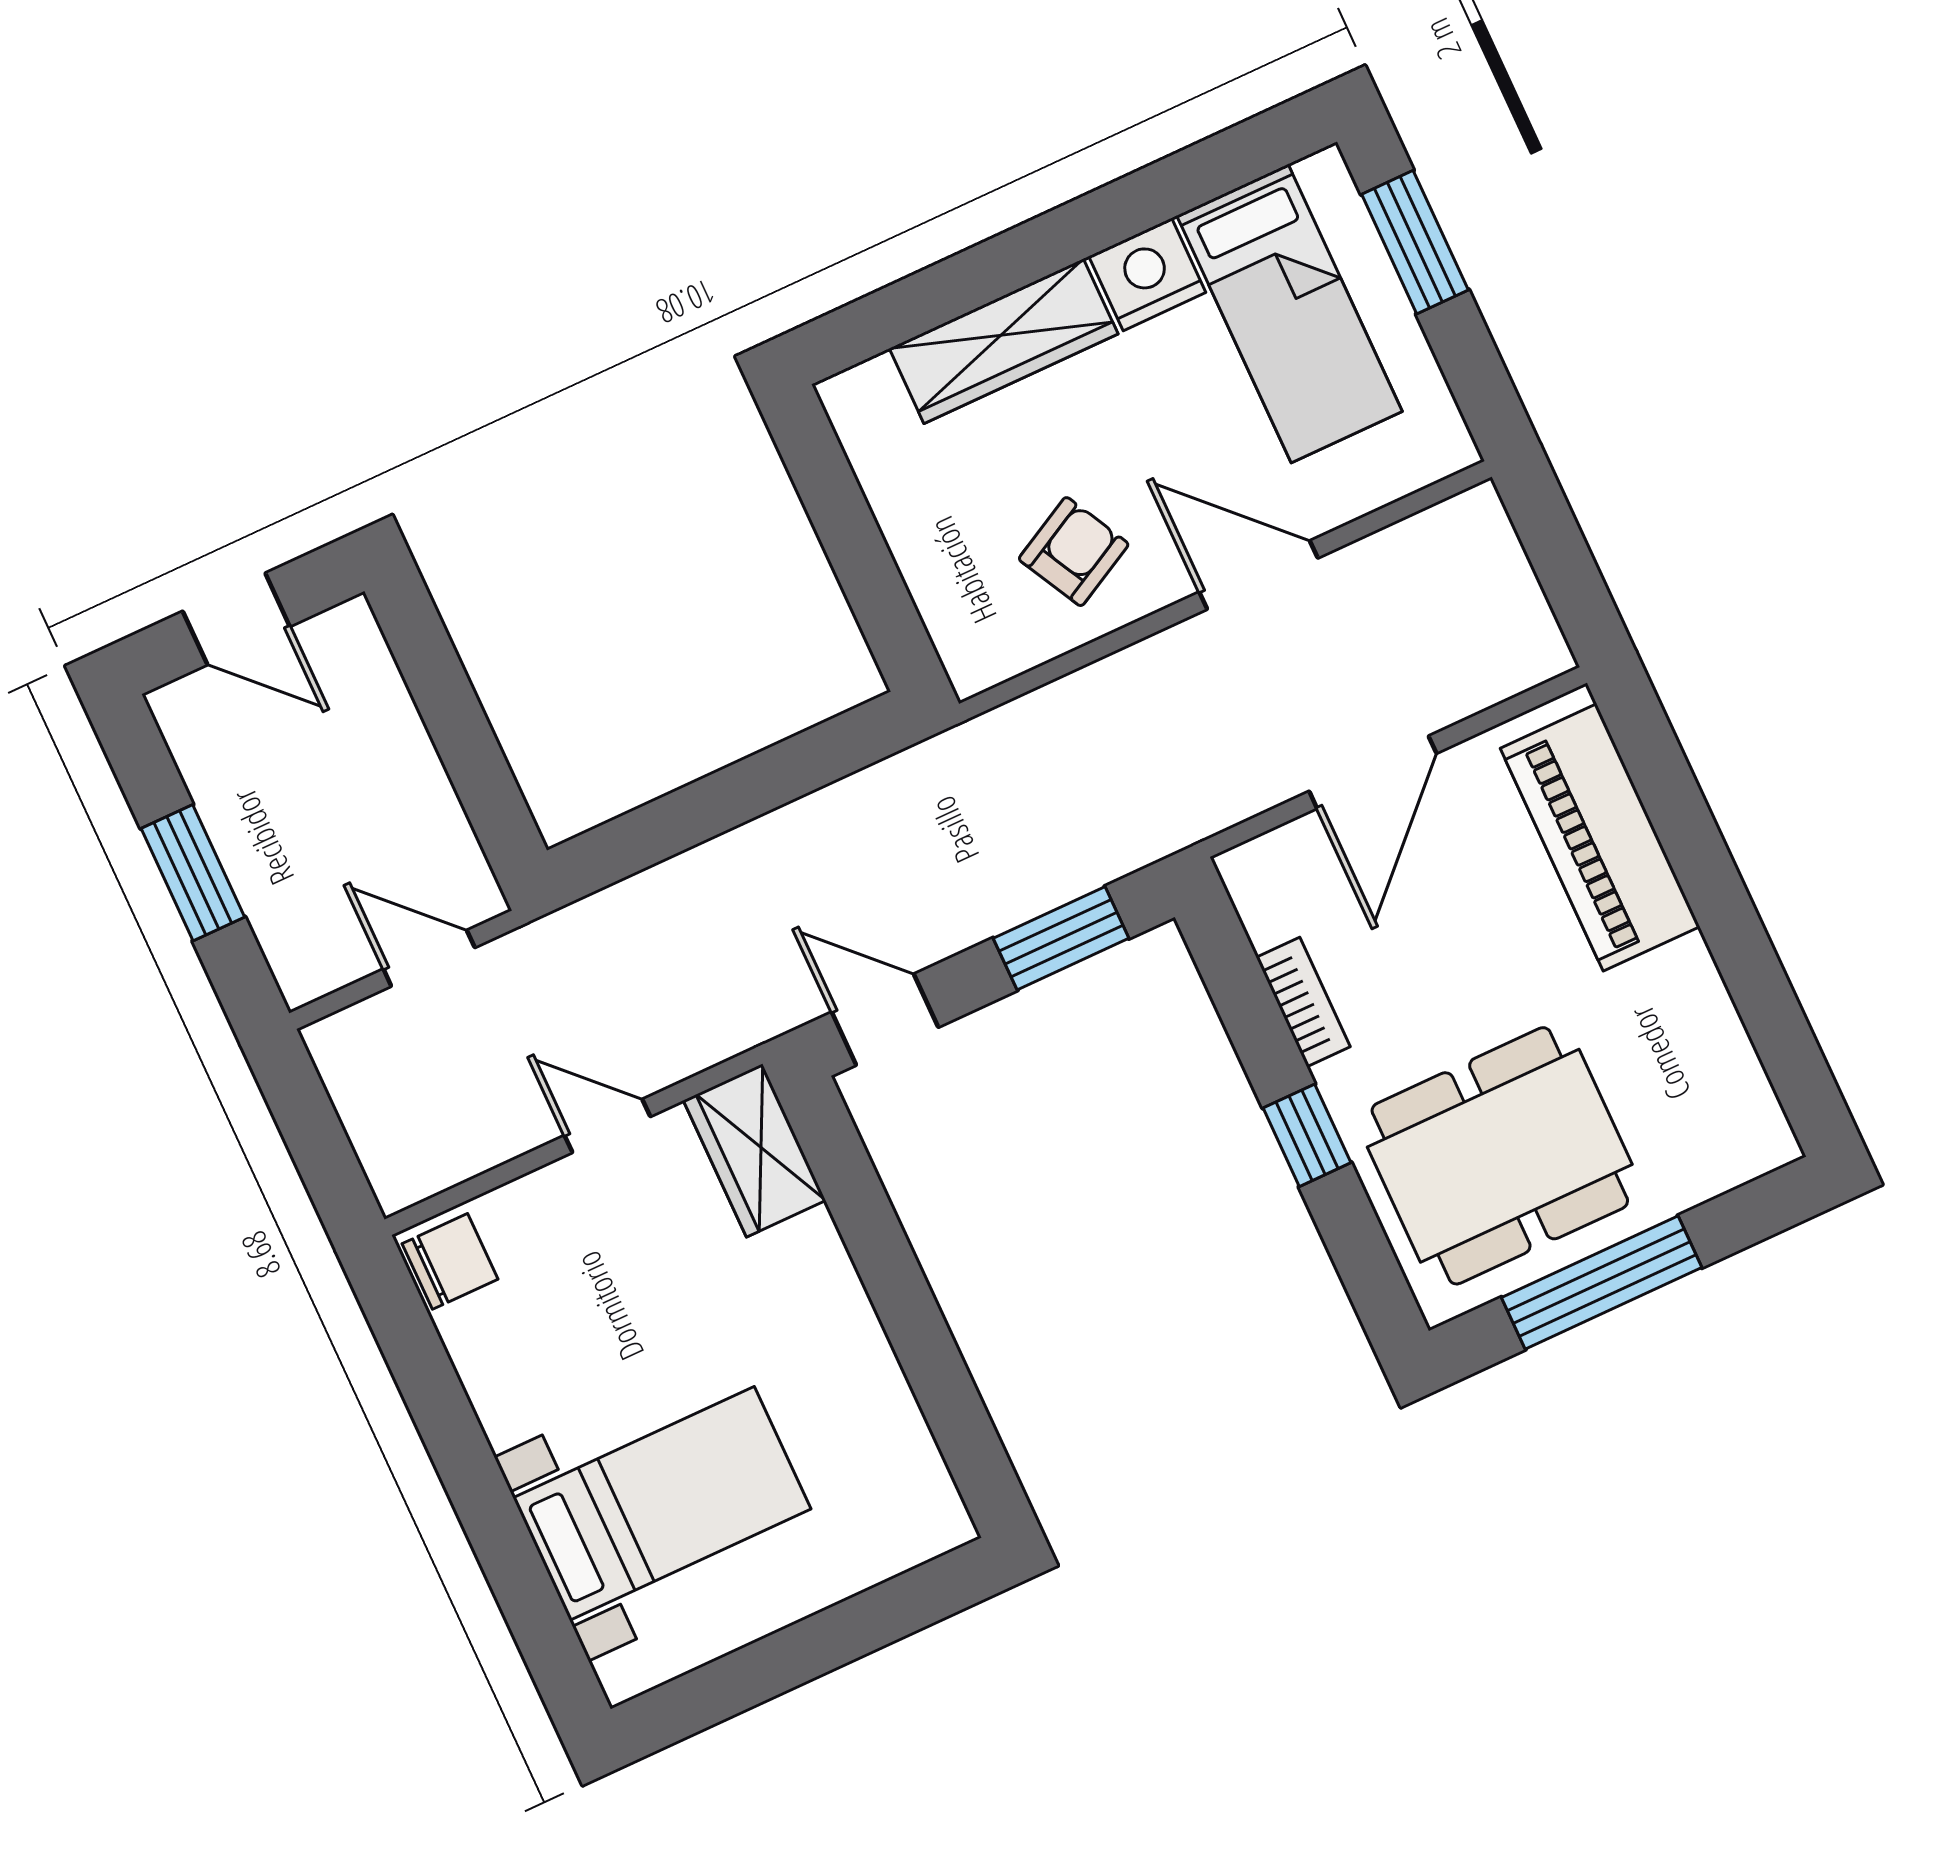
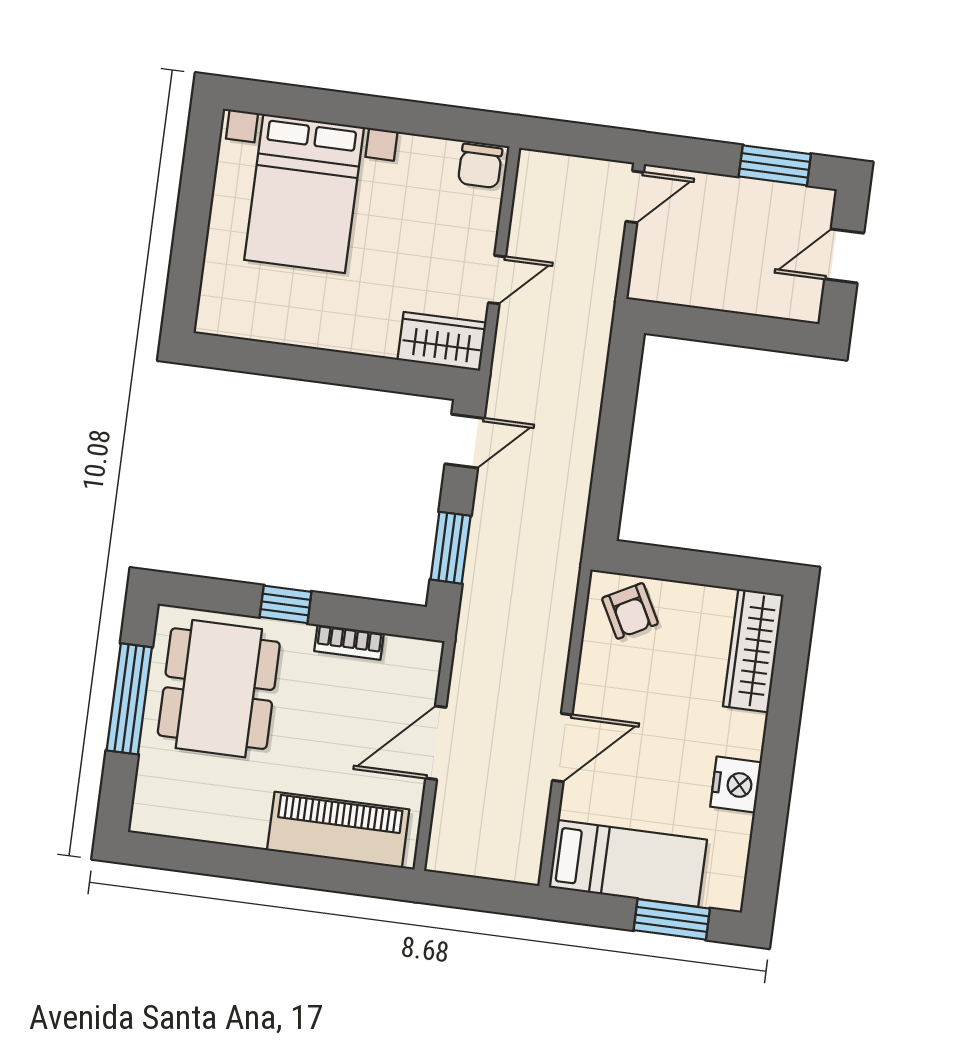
bed: (1290, 314) -> (628, 863), moved, turned 180
wardrobe: (1004, 341) -> (753, 650), moved
armchair: (1074, 552) -> (630, 611), moved
door: (1373, 772) -> (436, 743), hinge flipped
window: (193, 873) -> (775, 165), moved
door: (429, 958) -> (635, 197), moved
bed with nightstands: (662, 1503) -> (304, 194), width x1.36

